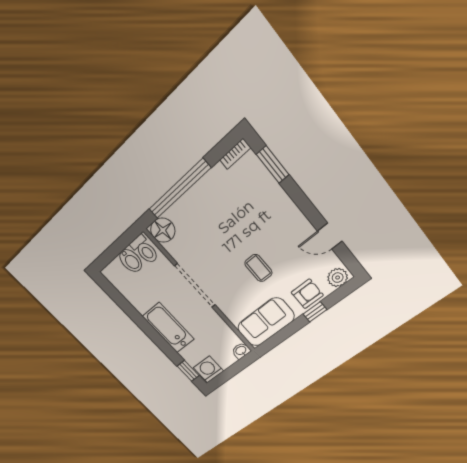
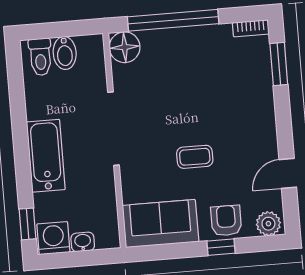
door: (330, 236) -> (288, 173), hinge flipped
toilet: (145, 250) -> (40, 57), moved
coffee table: (258, 268) -> (195, 157), turned 90
armchair: (307, 294) -> (226, 221), turned -90
washbasin: (241, 351) -> (83, 242), moved

